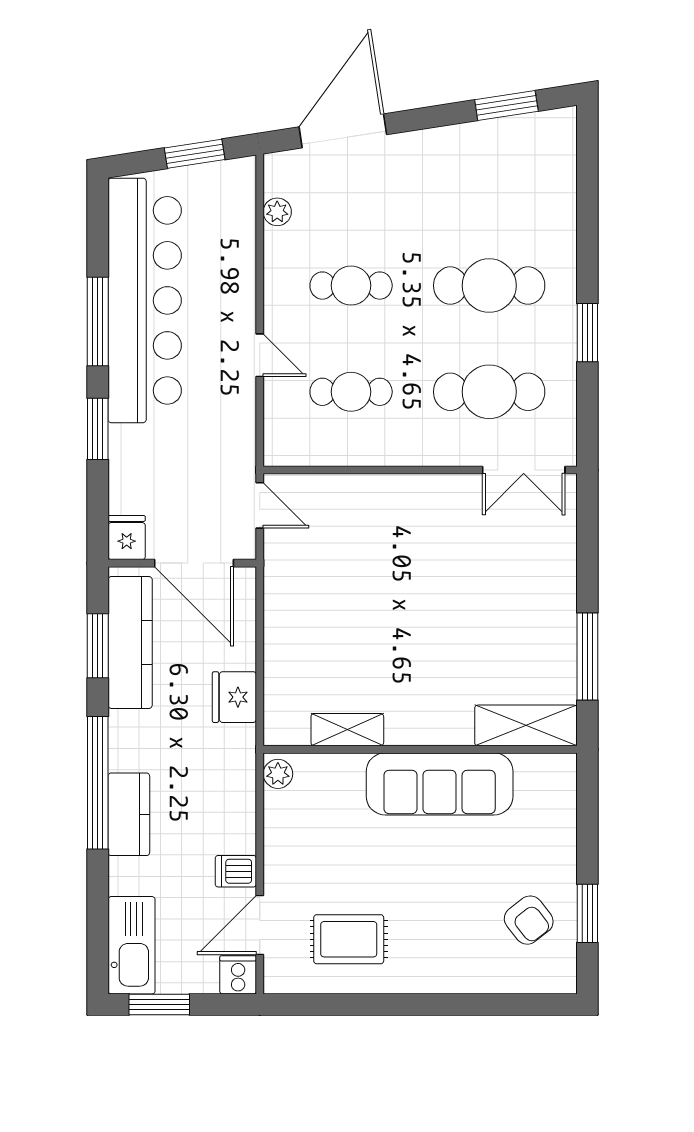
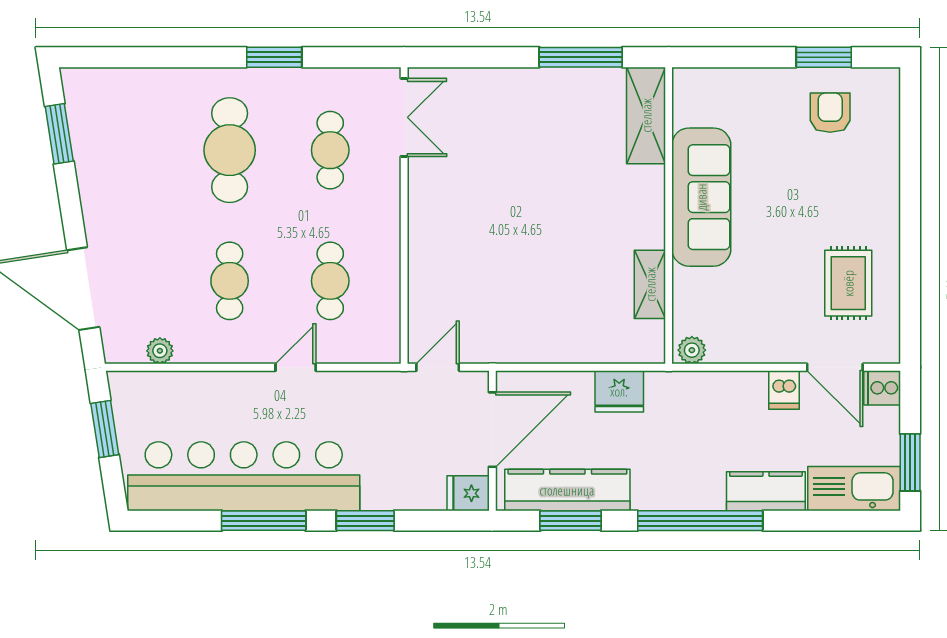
cafe table: (489, 392) -> (330, 150), width x0.73, depth x0.74
kitchen counter: (129, 814) -> (766, 491), moved
armchair: (529, 920) -> (830, 113), turned -52

